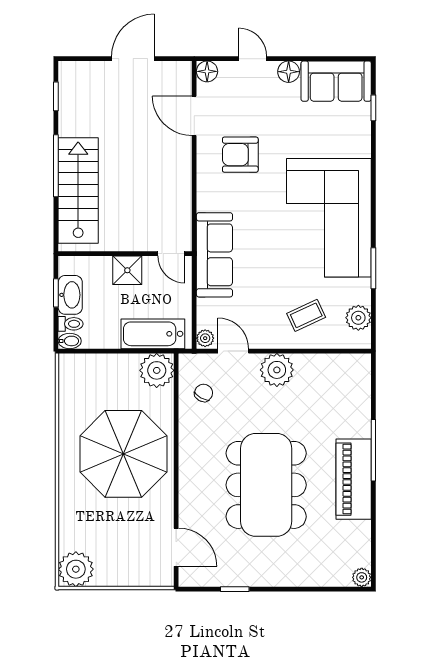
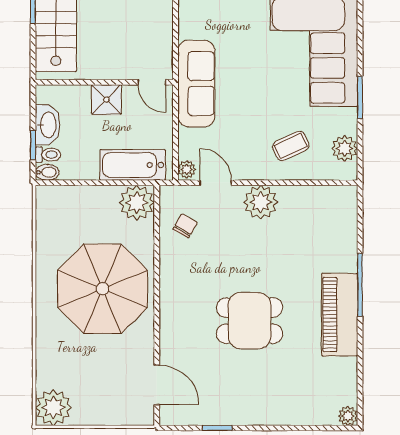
window: (56, 293) -> (33, 145), moved
dining table: (266, 485) -> (250, 321), width x0.53, depth x0.80

